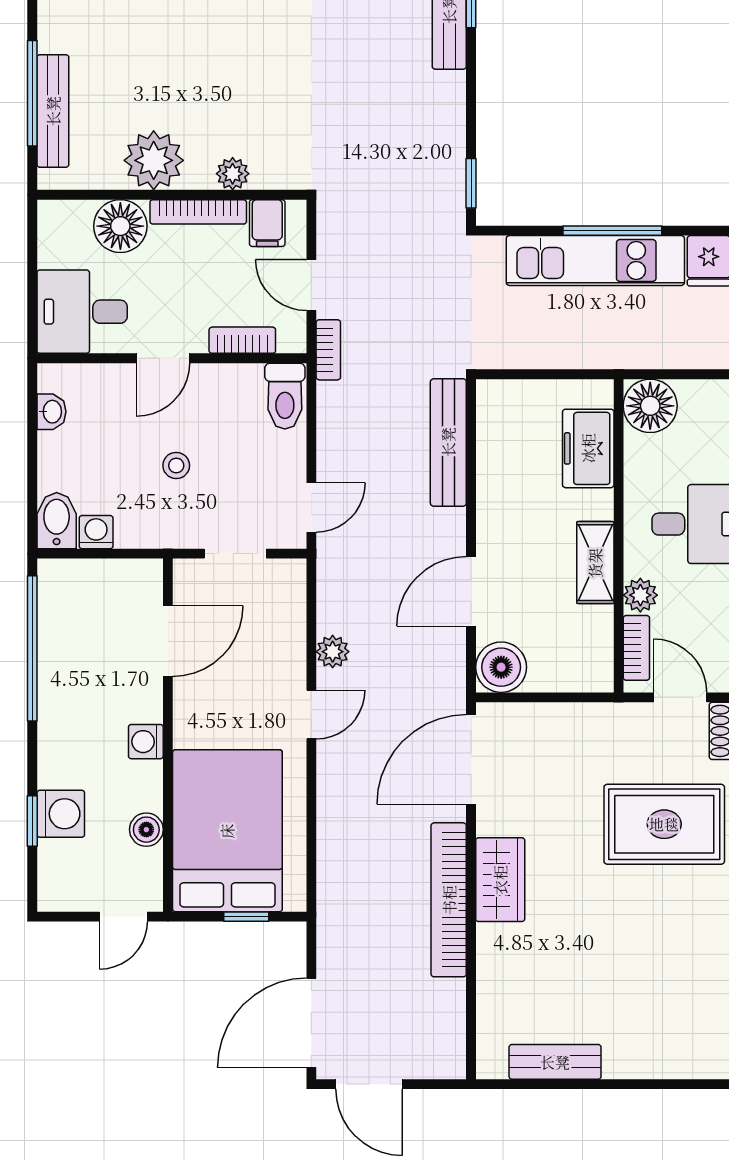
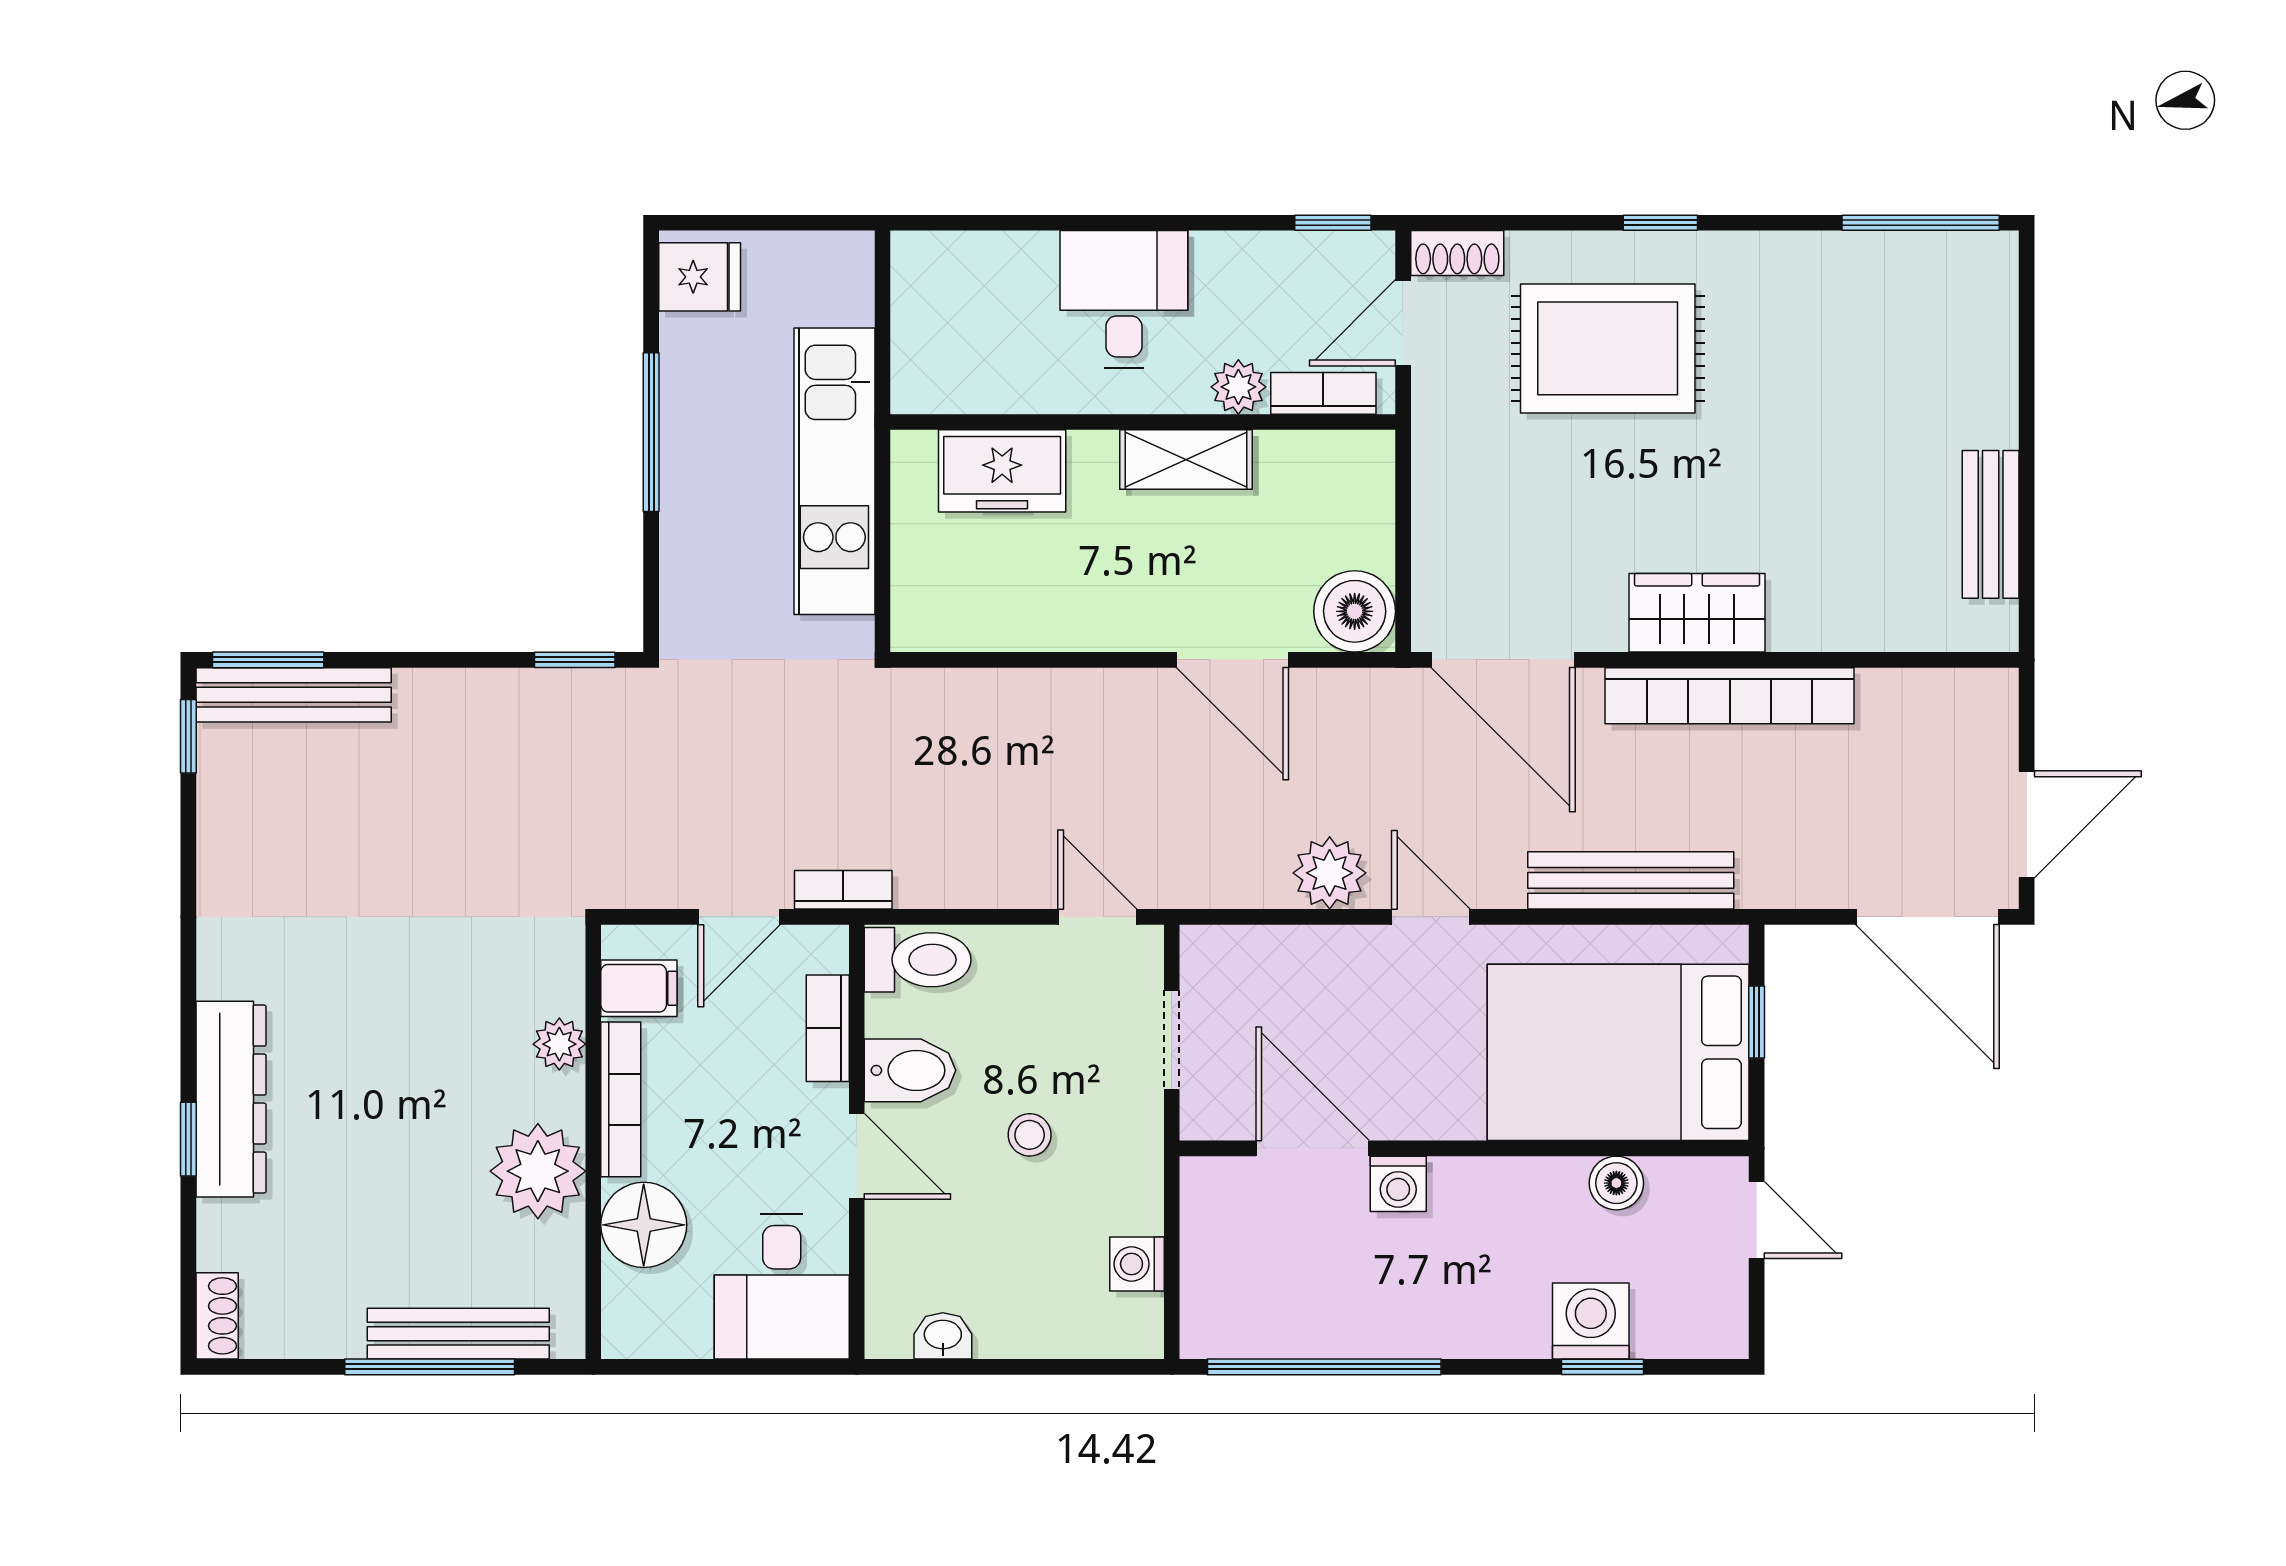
kitchen unit: (595, 260) -> (834, 471), moved, turned 180
floor lamp: (650, 406) -> (933, 371), removed
bench: (448, 442) -> (1631, 880), moved
bidet: (57, 521) -> (910, 1070), moved, turned 180
plant: (333, 652) -> (1330, 873), width x1.38, depth x1.38
washing machine: (146, 742) -> (1398, 1184), moved
rug: (664, 824) -> (1608, 348), turned 90

